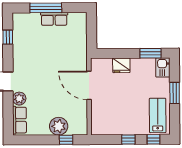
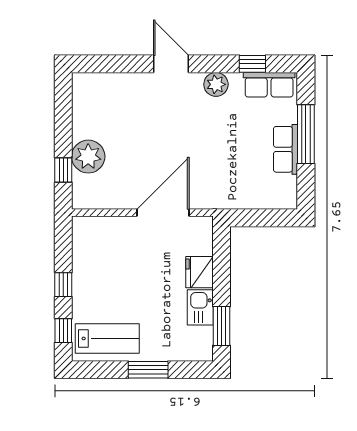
kitchen sink: (163, 67) -> (200, 307), moved, turned -90
plant: (19, 99) -> (216, 84), moved
row of seats: (20, 120) -> (269, 85), moved

